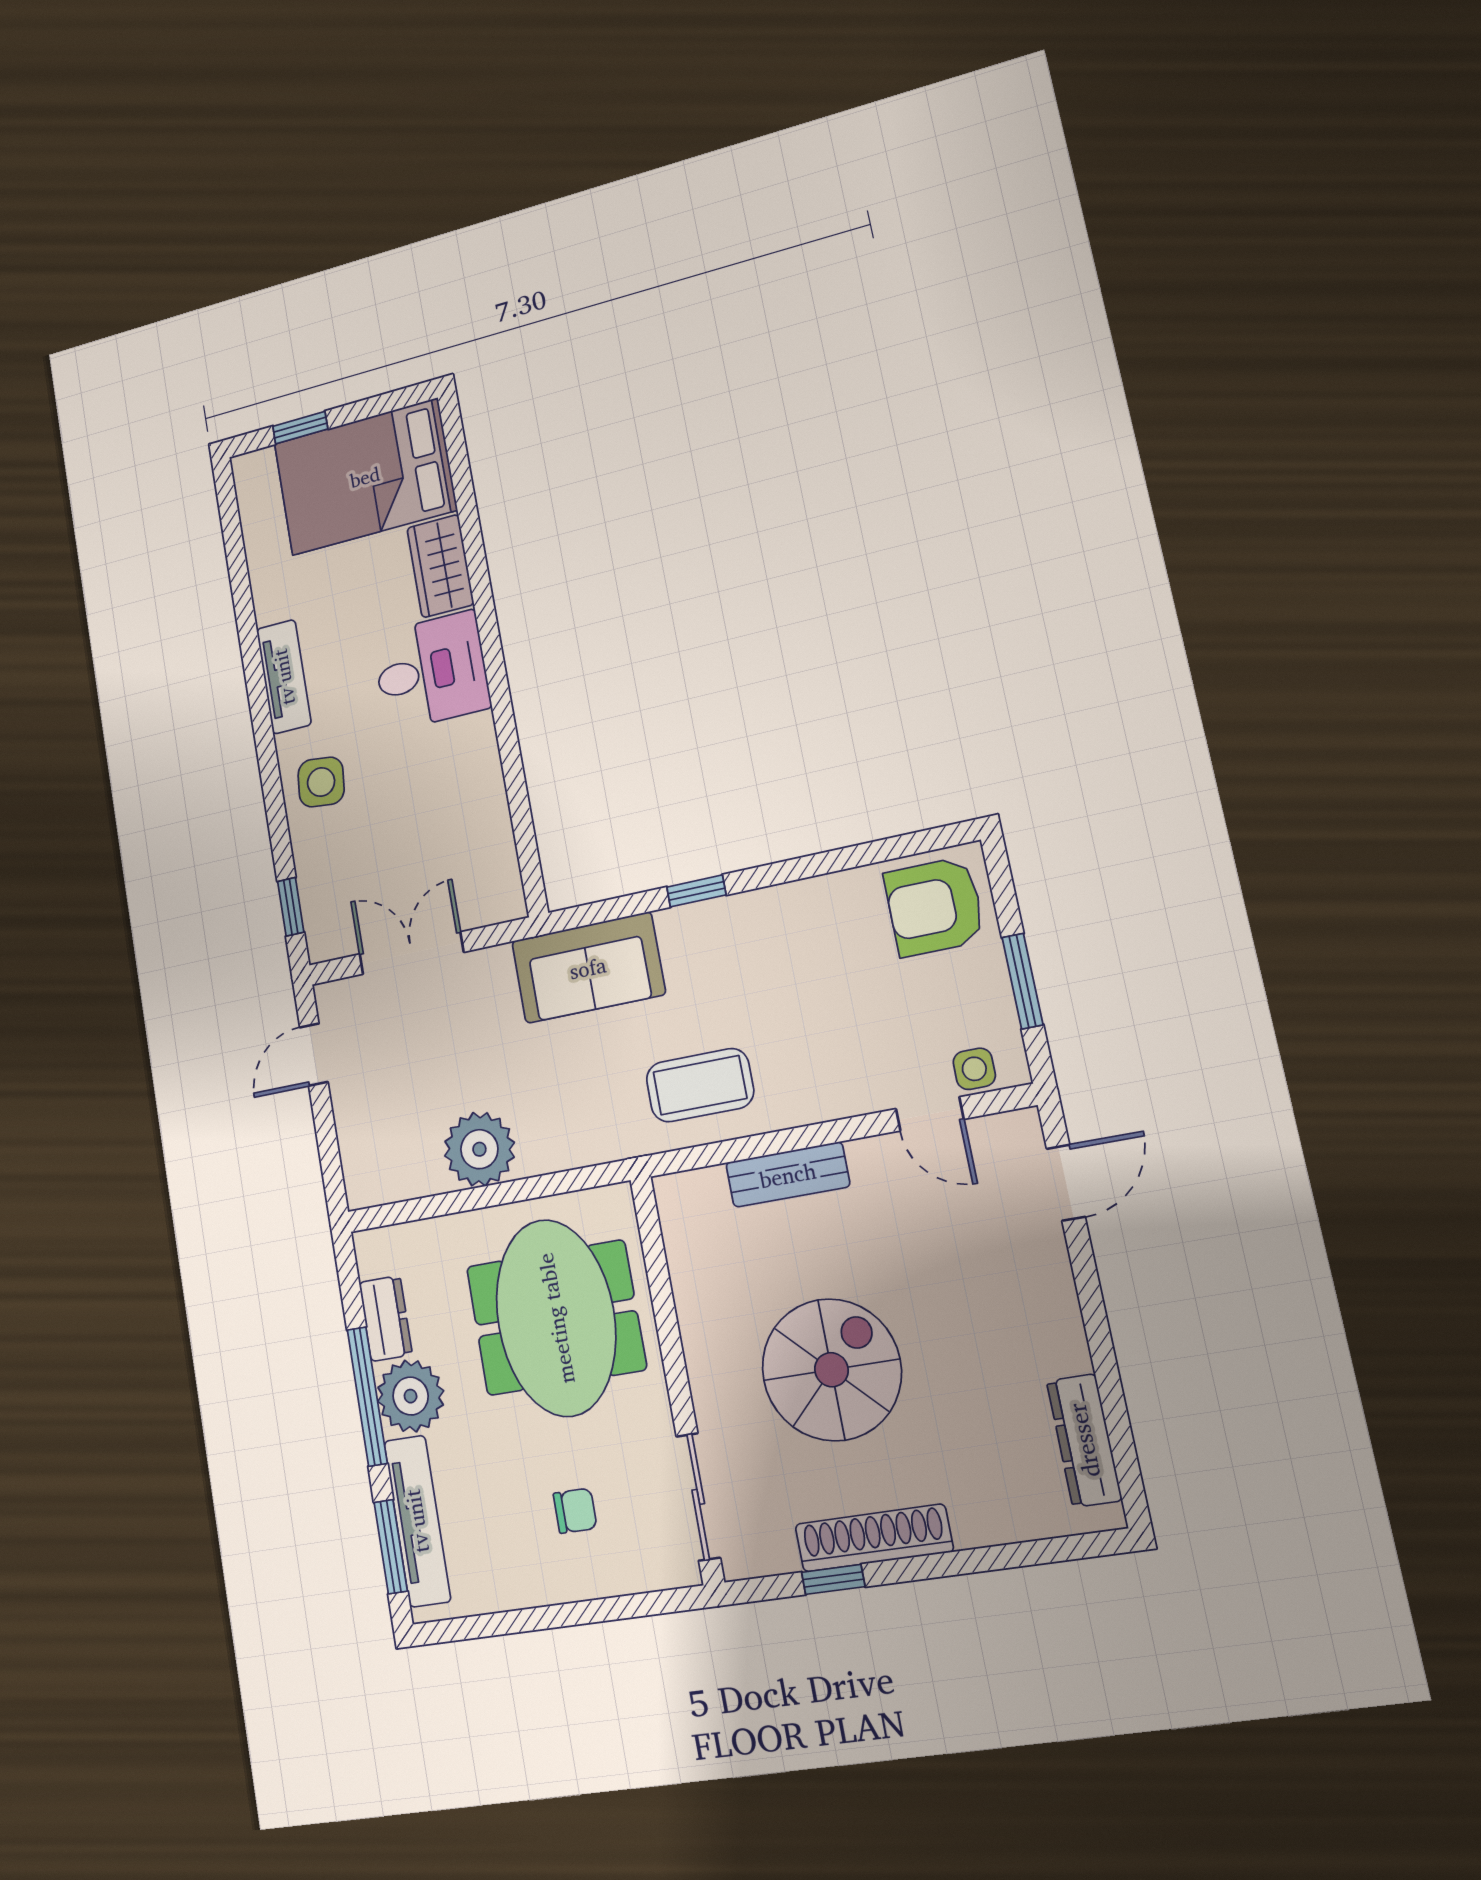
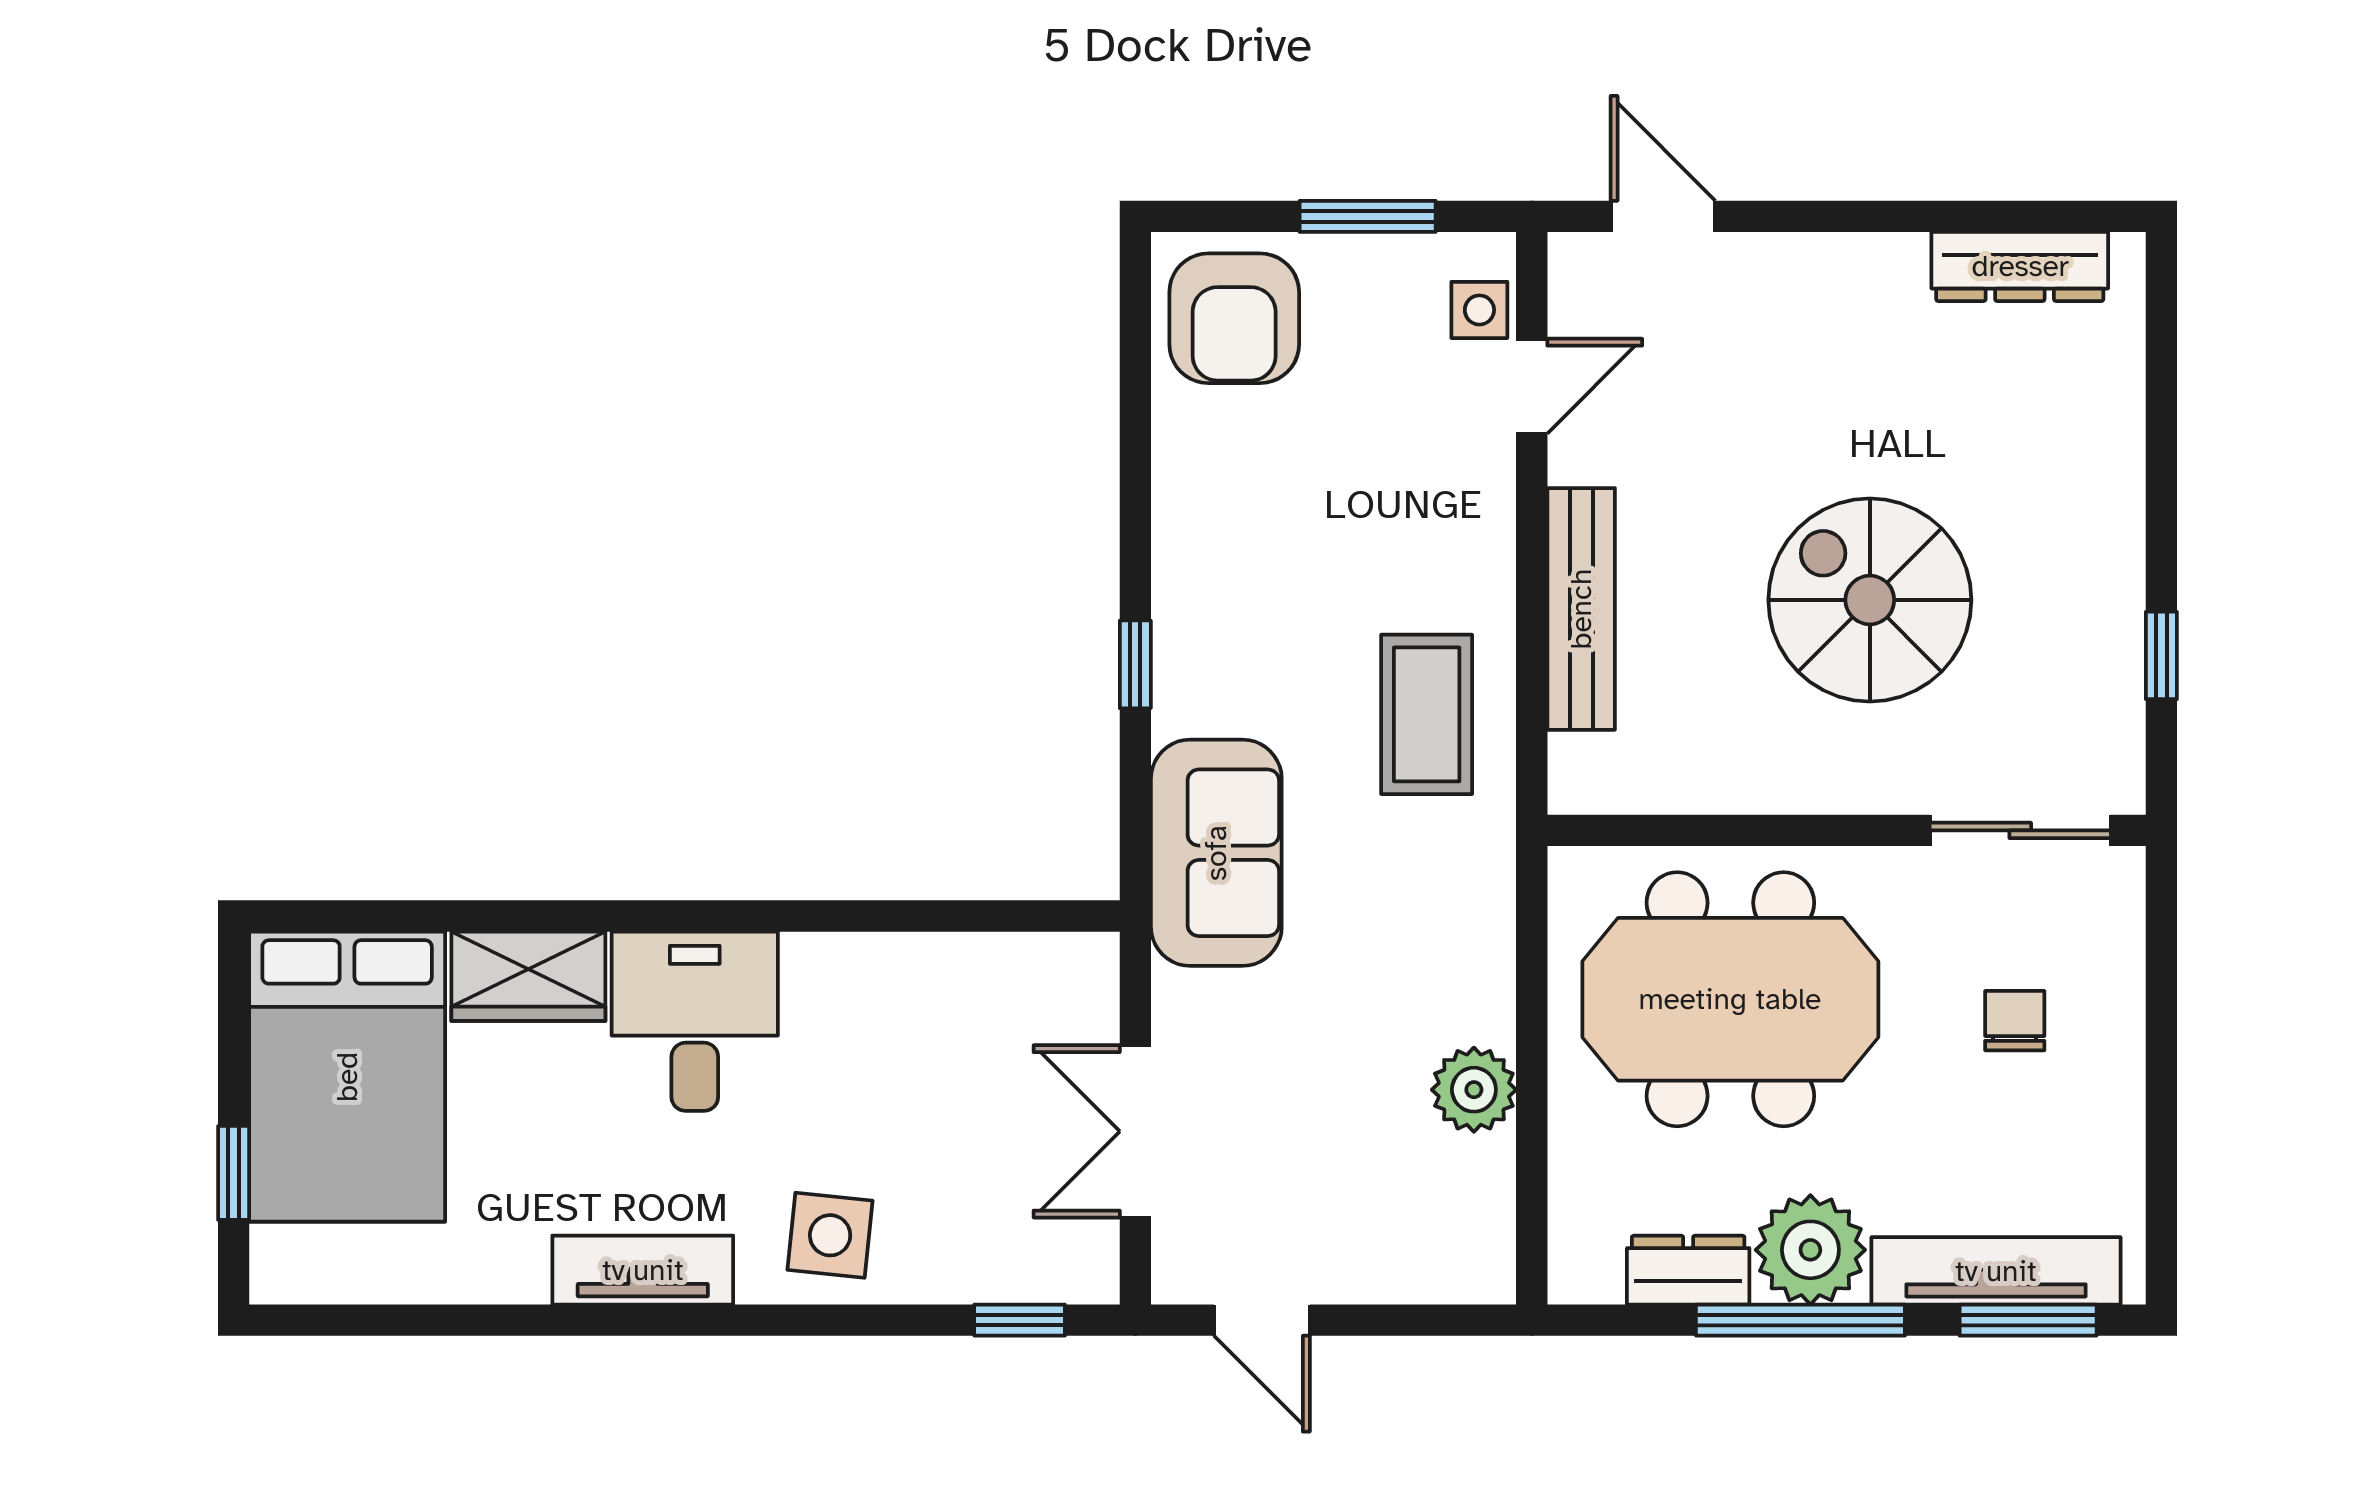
plant: (479, 1149) -> (1474, 1090), width x0.73, depth x0.73
bench: (788, 1175) -> (1581, 609), width x1.36
shoe rack: (874, 1538) -> (2112, 586), removed

